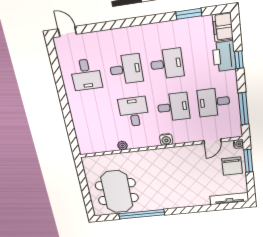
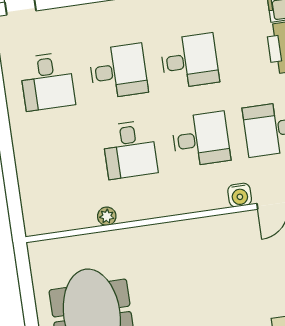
desk: (134, 112) -> (130, 150), turned 180
water cooler: (166, 140) -> (240, 195), moved

